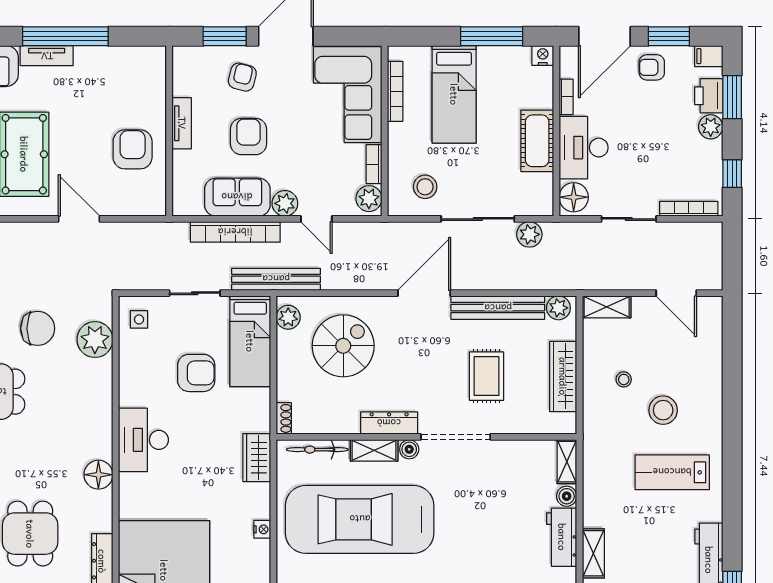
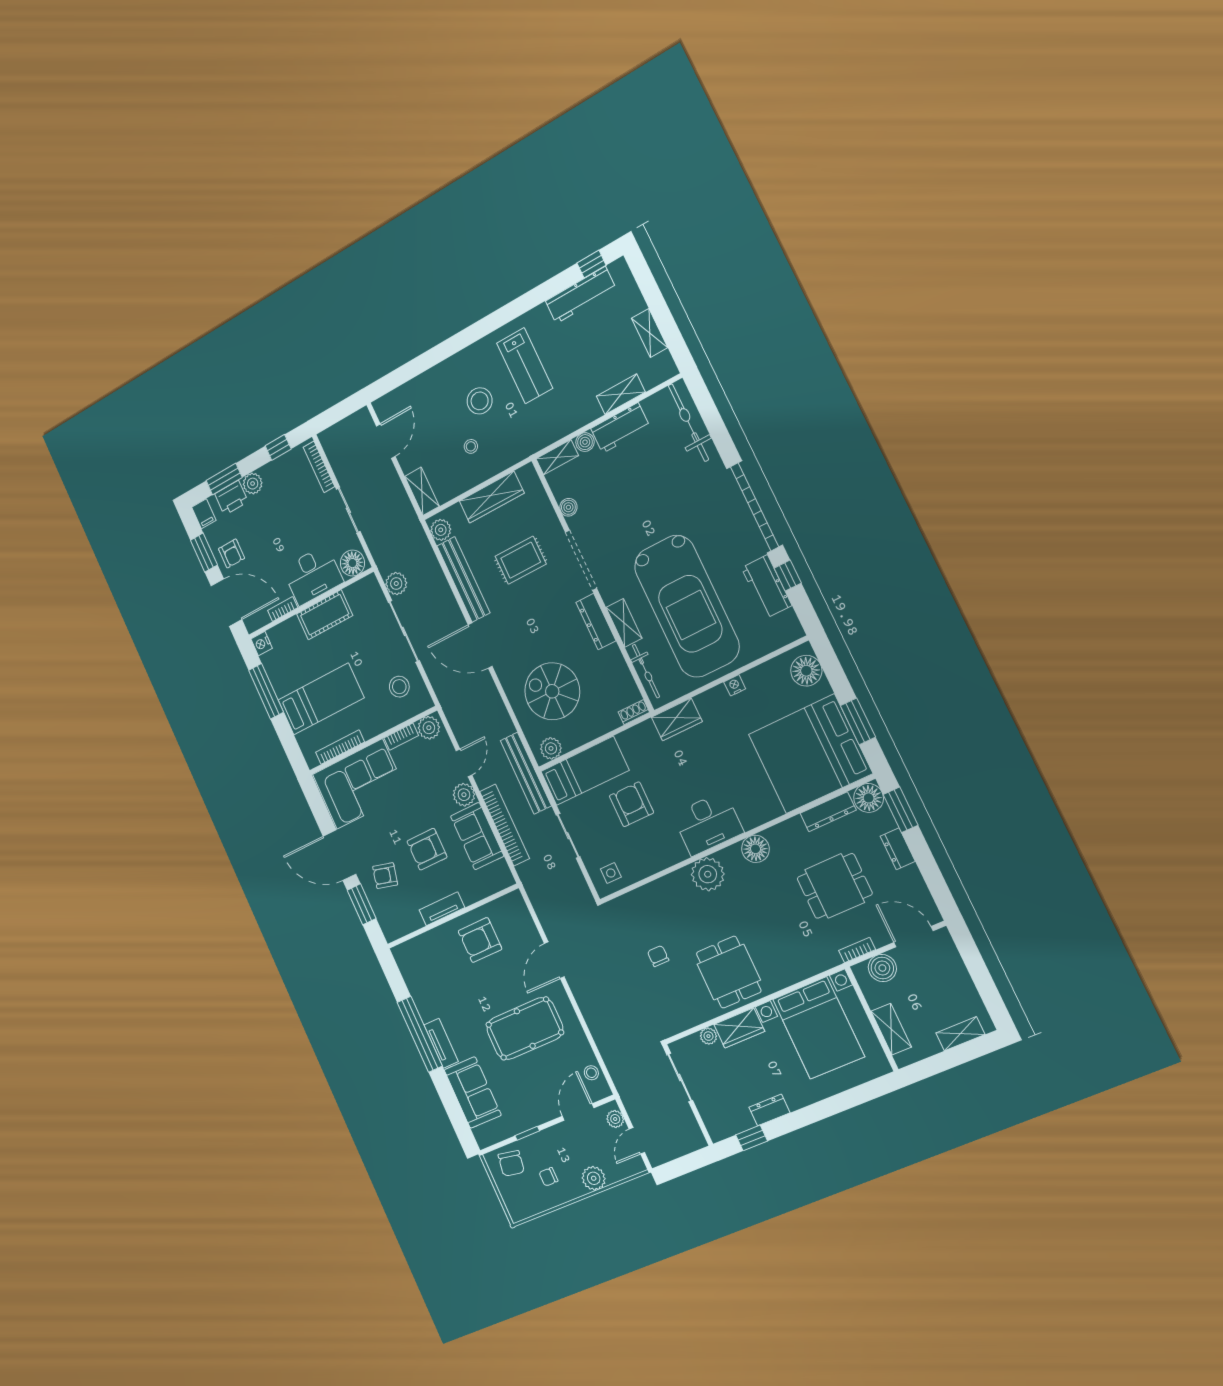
chair: (38, 328) -> (658, 956), width x0.54, depth x0.54
plant: (95, 340) -> (708, 874), moved
boiler: (409, 449) -> (568, 507), moved

